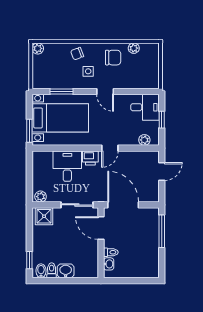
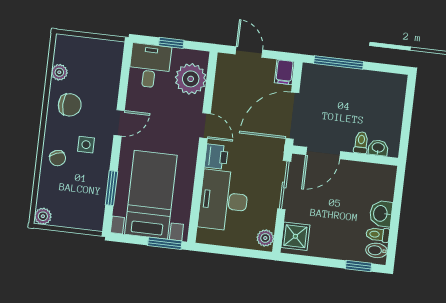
chair: (113, 58) -> (70, 105), turned 90
plant: (144, 140) -> (191, 79), width x1.87, depth x1.87
desk: (67, 166) -> (224, 201), width x1.37
filing cabinet: (151, 196) -> (284, 72), added

